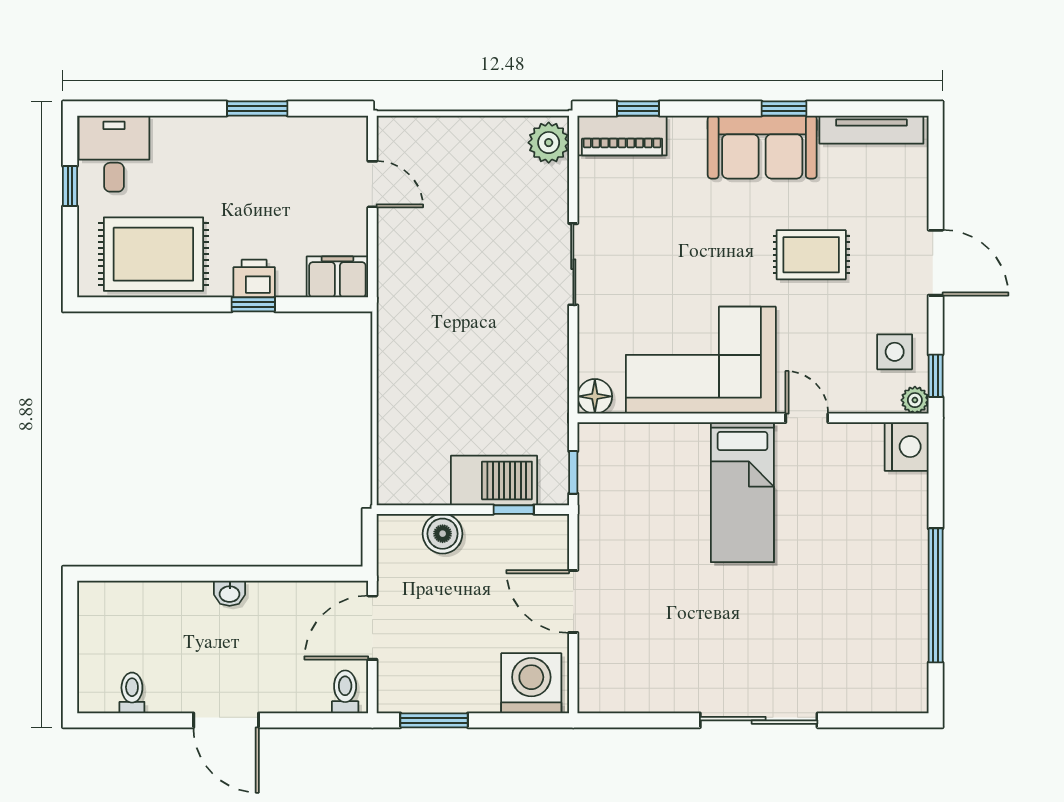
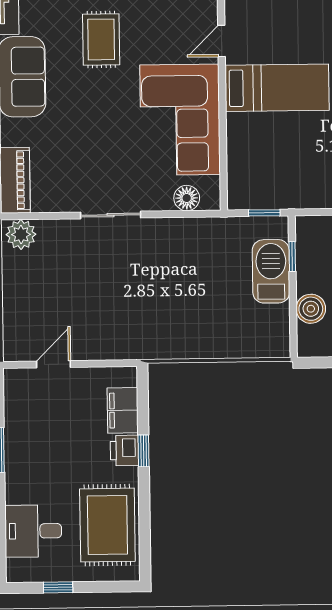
desk: (114, 154) -> (33, 531), moved
filing cabinet: (337, 277) -> (123, 410), moved
floor lamp: (595, 396) -> (187, 198), moved

